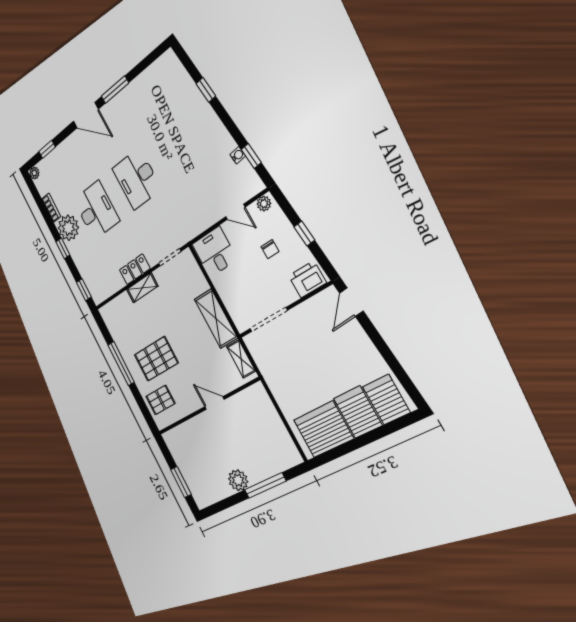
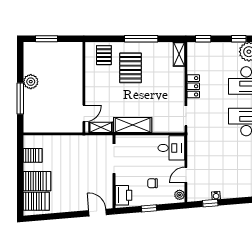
shelving: (142, 288) -> (179, 54), moved
door: (214, 403) -> (84, 113), moved
server rack: (323, 429) -> (33, 155), width x0.46, depth x0.70

